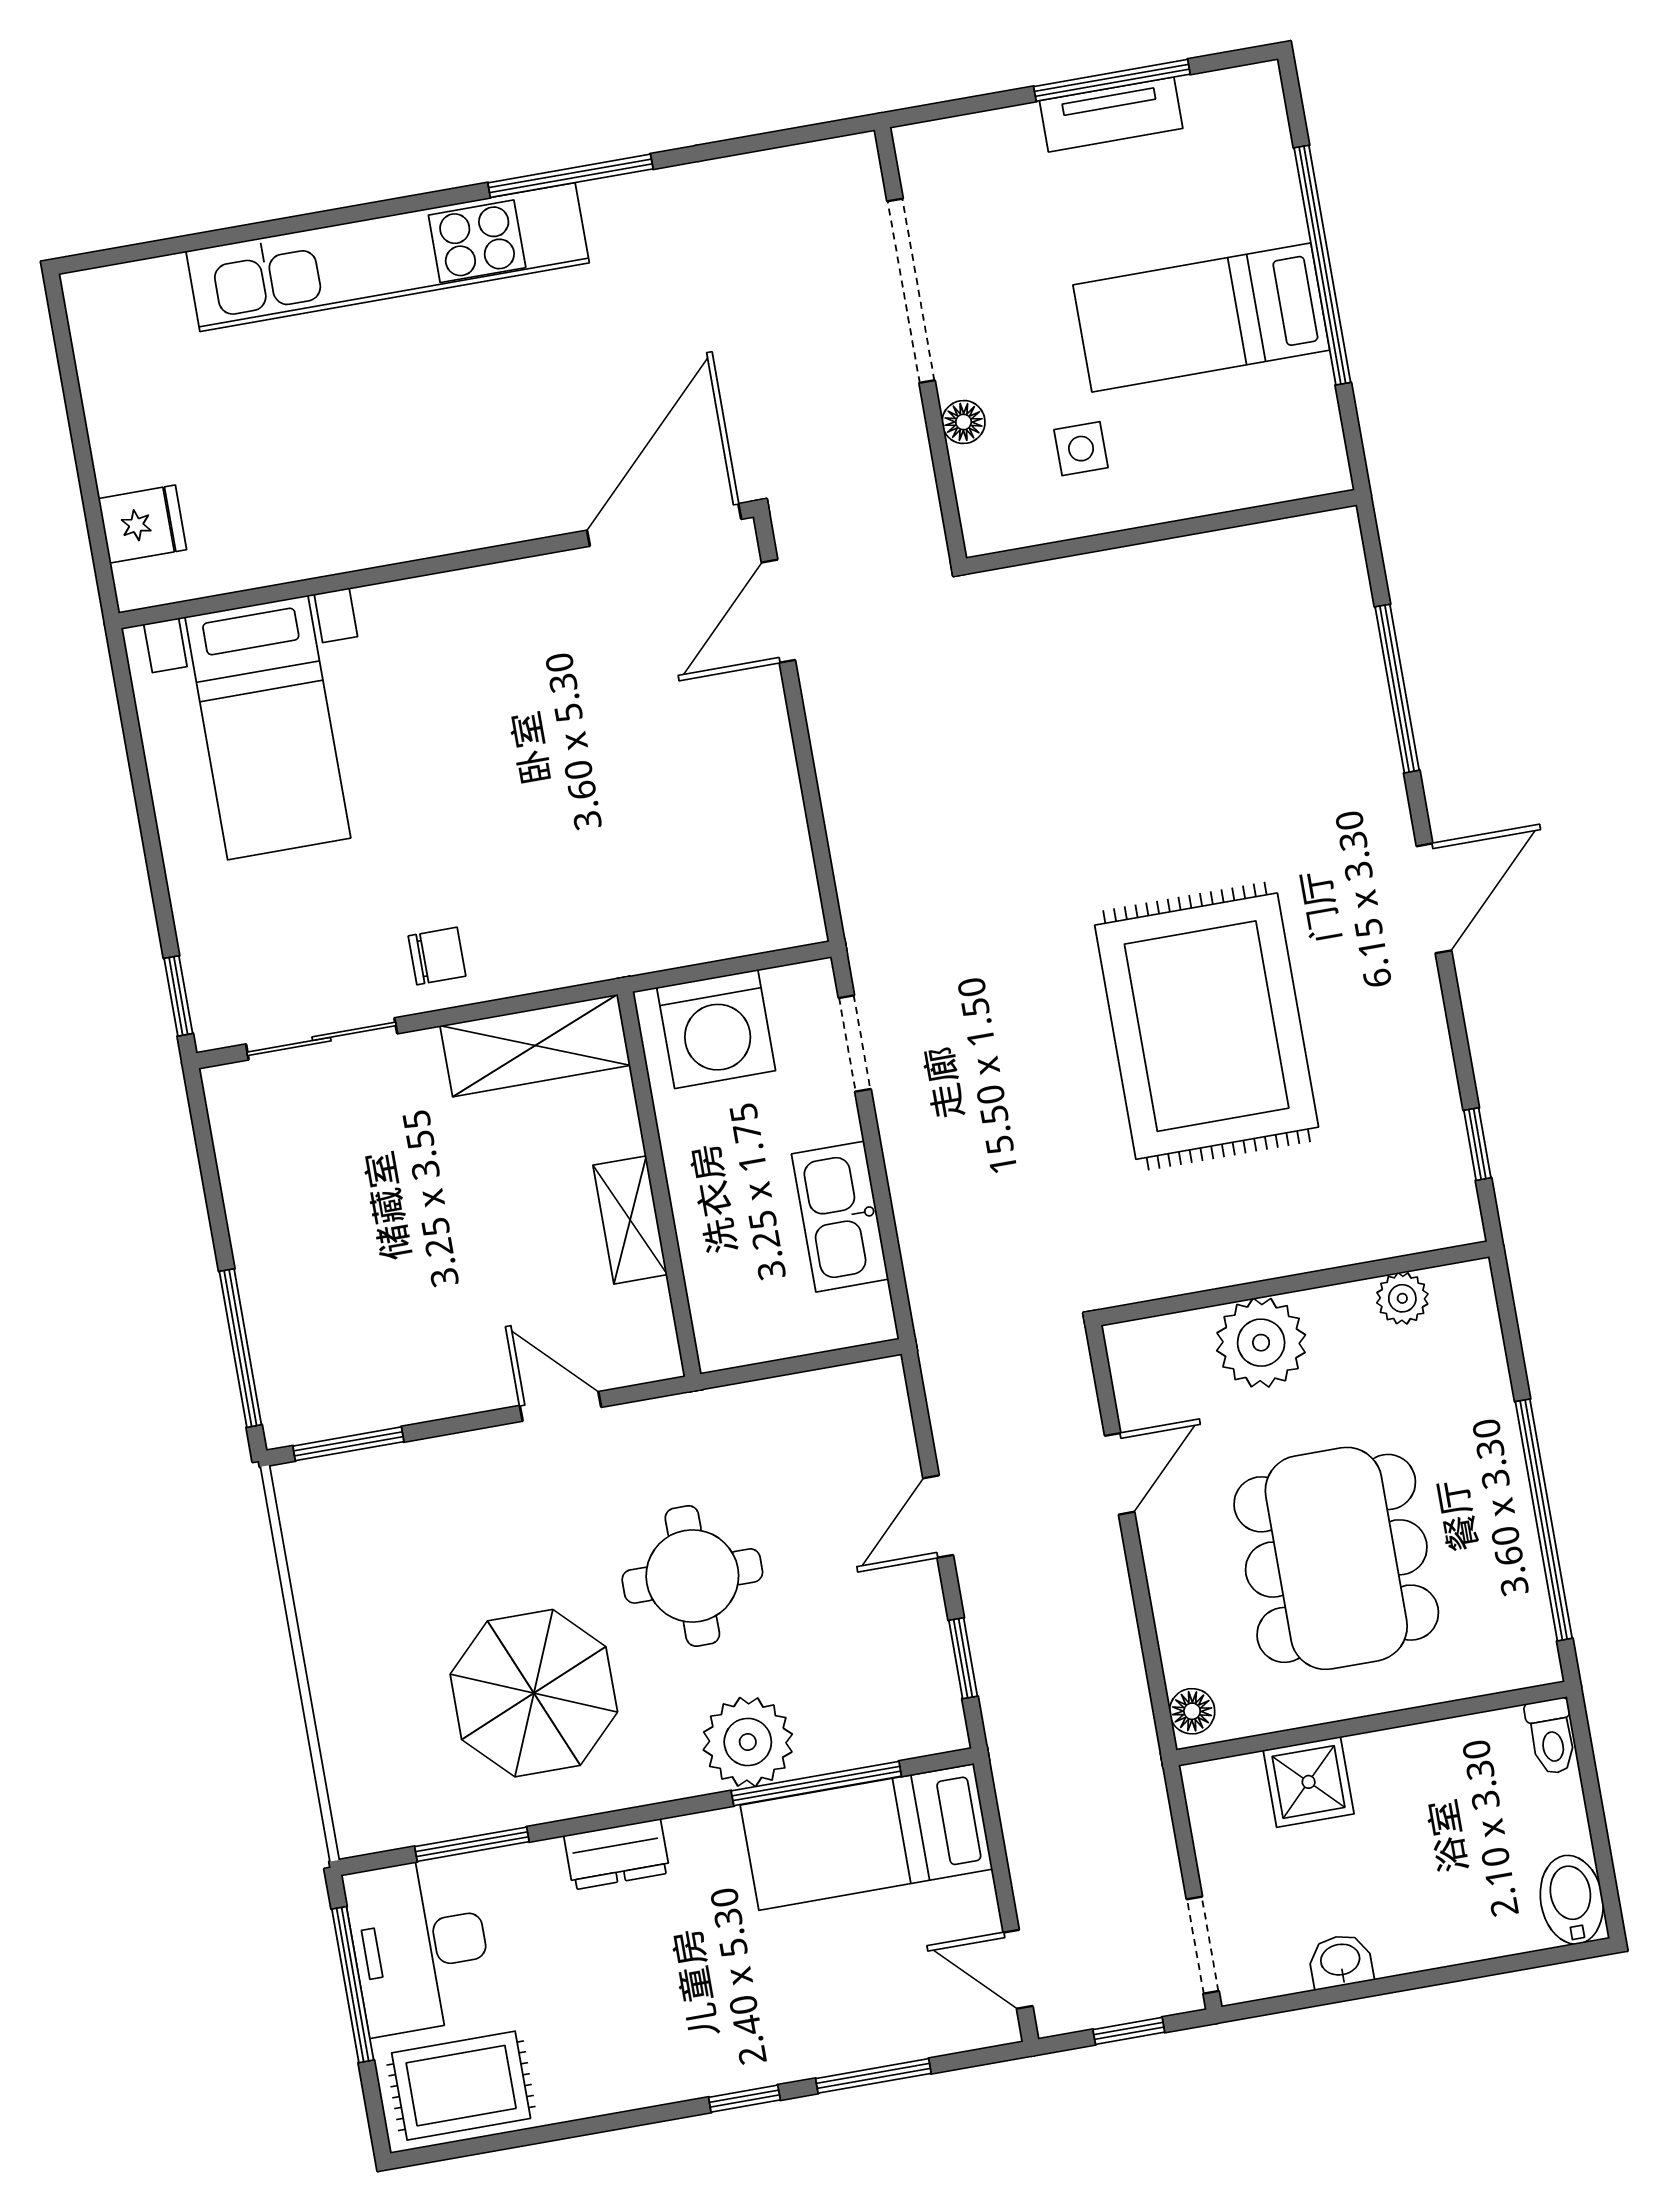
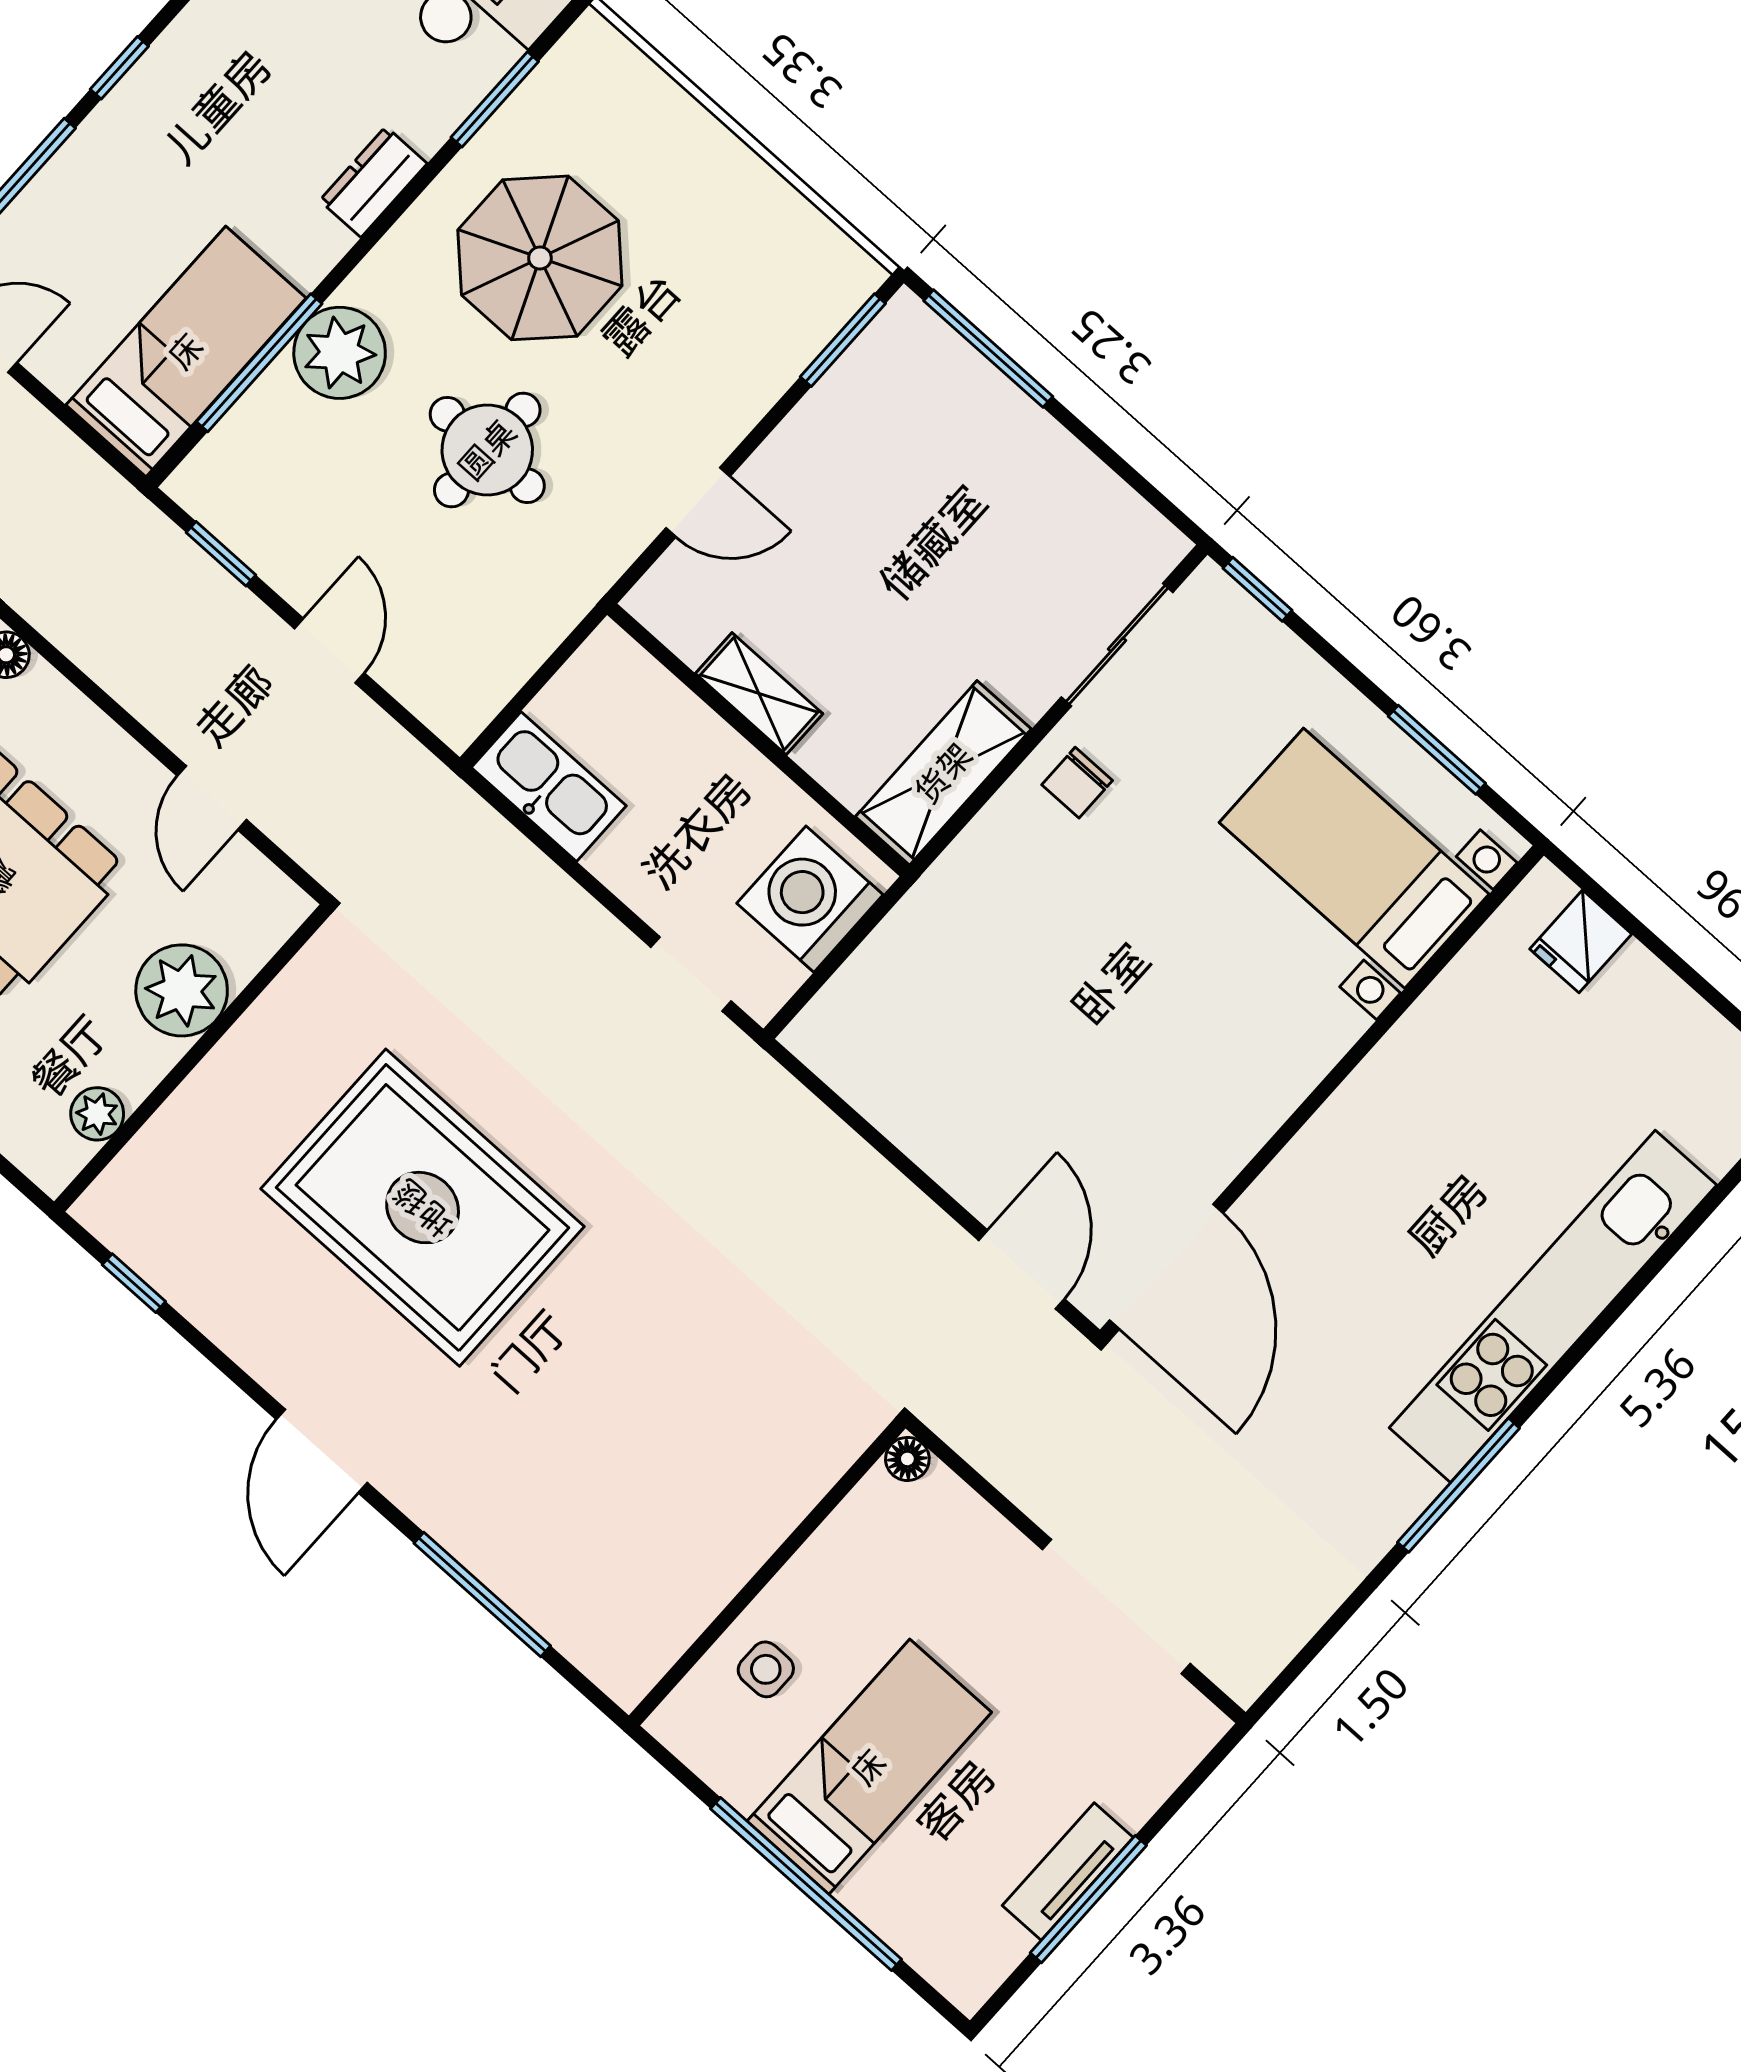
floor lamp: (964, 422) -> (907, 1459), moved
side table: (1081, 449) -> (766, 1669), moved
window: (137, 761) -> (1437, 750), added
kitchen sink: (840, 1217) -> (549, 787), moved

